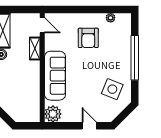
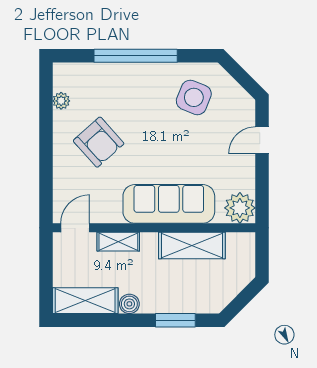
armchair: (88, 38) -> (99, 142), turned 48
shelving: (33, 88) -> (192, 245), added

